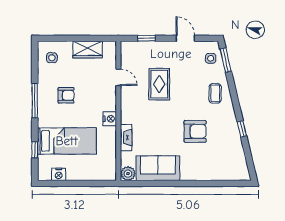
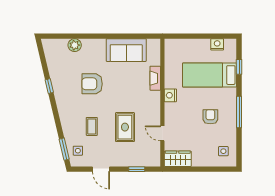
wardrobe: (88, 50) -> (178, 159), moved
coffee table: (215, 93) -> (92, 126), moved
armchair: (66, 95) -> (210, 117), turned 90
plant: (128, 174) -> (75, 45), moved

